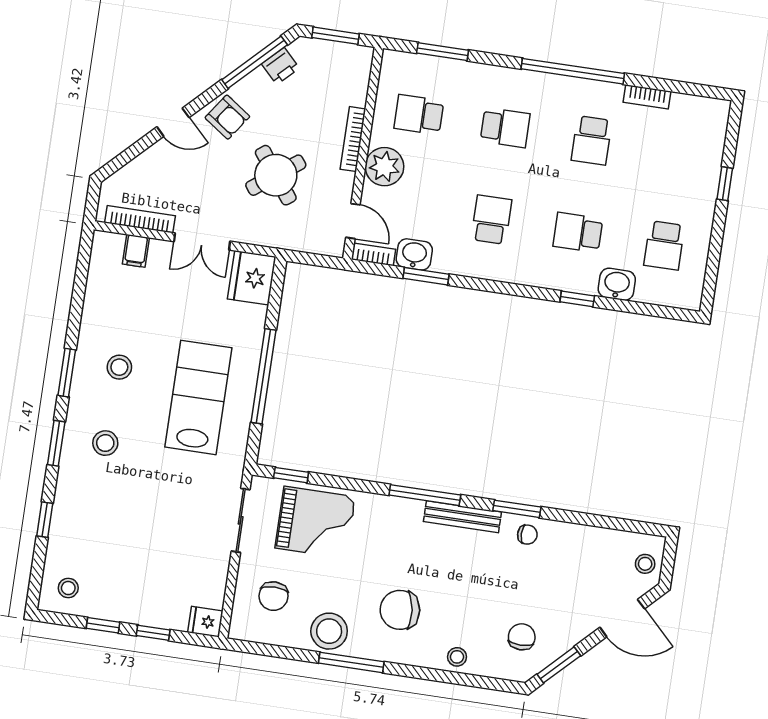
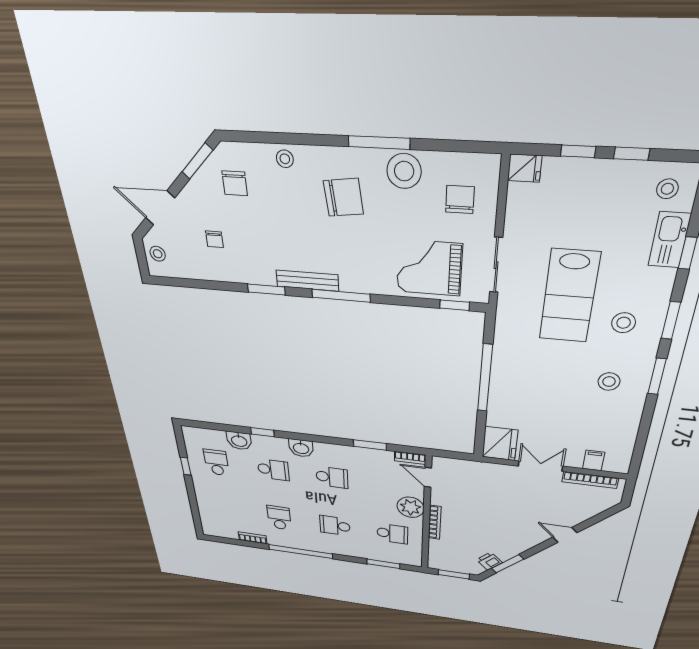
window: (255, 62) -> (507, 564), width x0.69
armchair: (227, 117) -> (525, 536), removed
round table: (276, 175) -> (487, 504), removed
window: (725, 184) -> (186, 466), moved
school desk: (491, 220) -> (332, 477), turned -90
washbasin: (414, 254) -> (301, 448), moved
lab bench: (198, 397) -> (569, 297), moved
kitchen sink: (63, 535) -> (669, 240), added
chair: (527, 535) -> (214, 239), moved, turned -90

